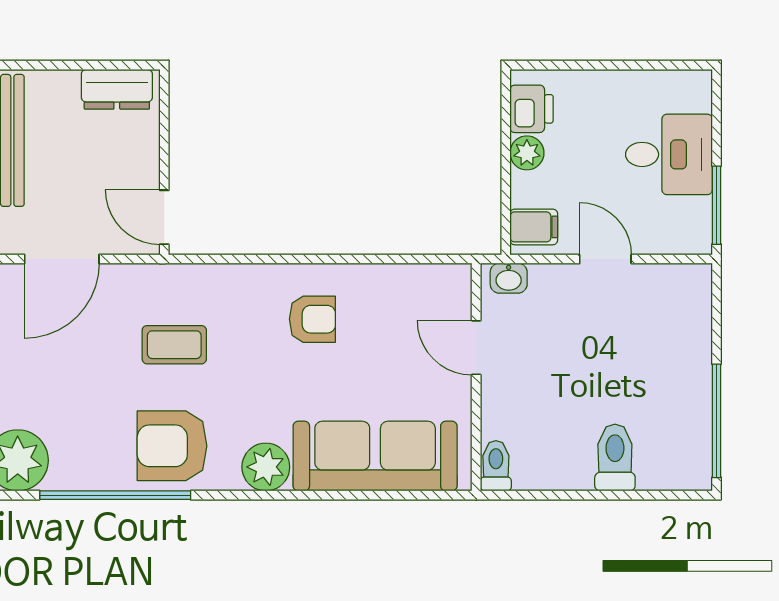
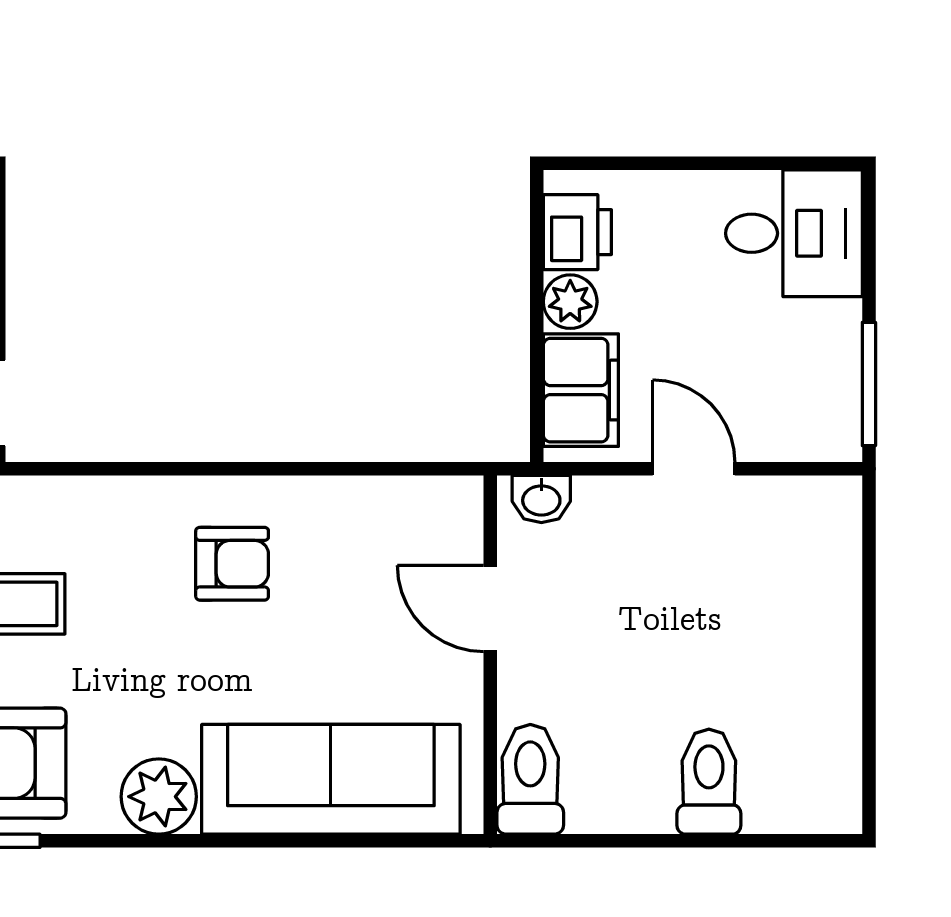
desk: (669, 154) -> (794, 233), moved
filing cabinet: (534, 227) -> (581, 390), width x2.00
window: (717, 421) -> (869, 724), removed
toilet: (496, 466) -> (530, 779), width x1.37, depth x1.39

